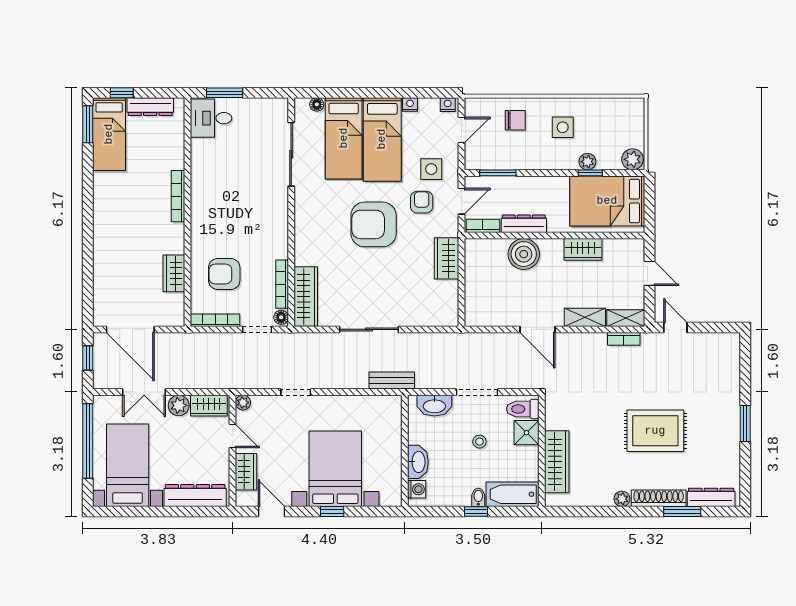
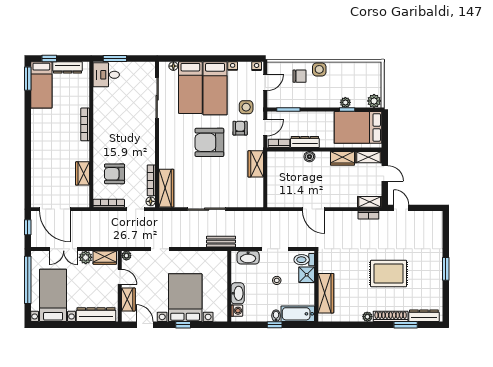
side table: (563, 127) -> (319, 69), moved
boiler: (524, 254) -> (309, 157), width x0.54, depth x0.54
shelving: (585, 317) -> (368, 157), moved

